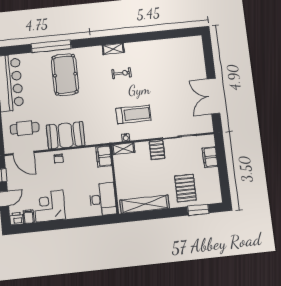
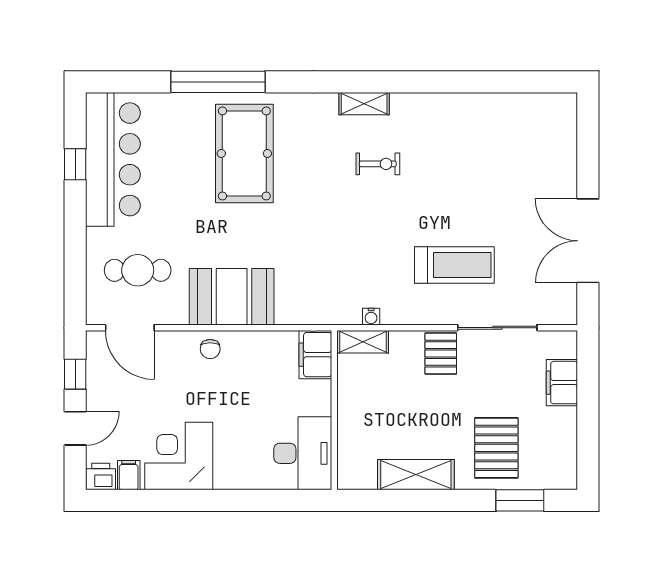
treadmill: (134, 114) -> (454, 265), moved
shelving: (145, 204) -> (416, 475), width x0.68

